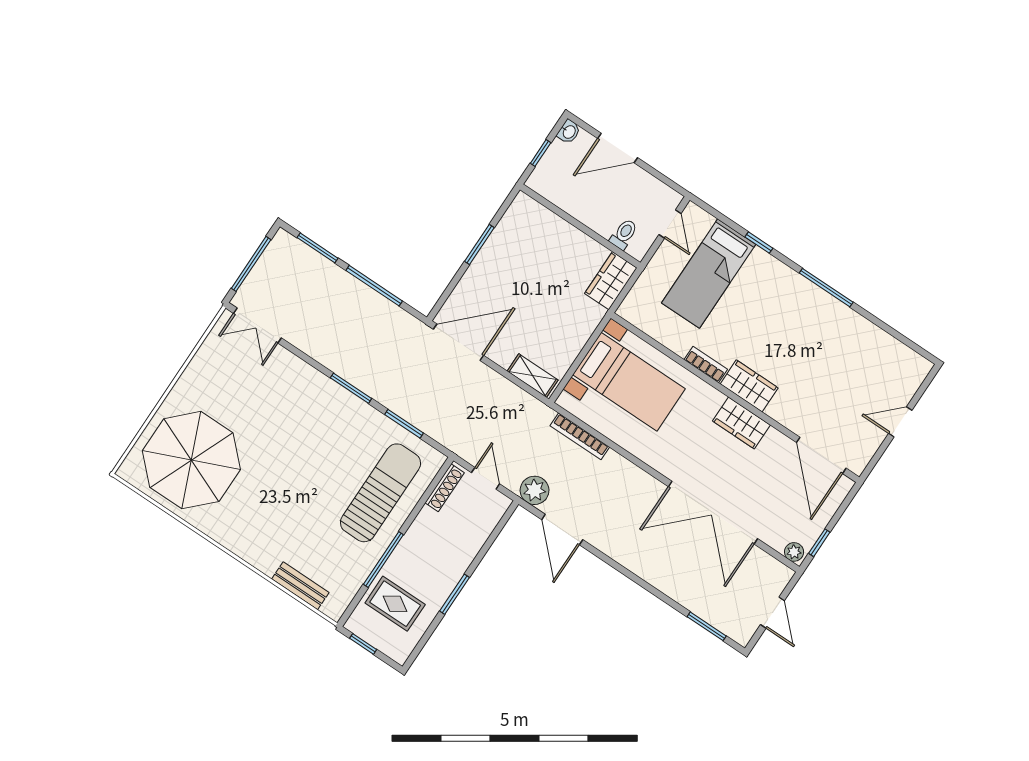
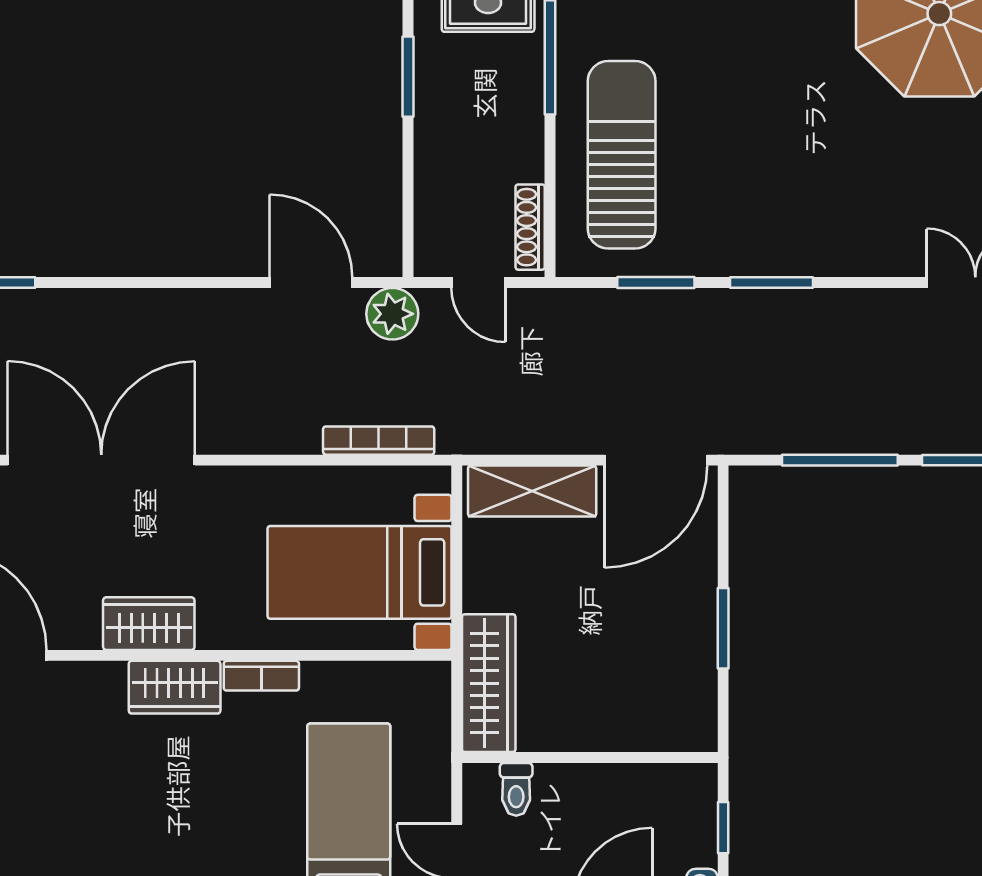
wardrobe: (611, 281) -> (489, 683), width x1.50
shelving: (533, 376) -> (532, 491), width x1.50, depth x1.33
sun lounger: (381, 493) -> (622, 155), turned 180

